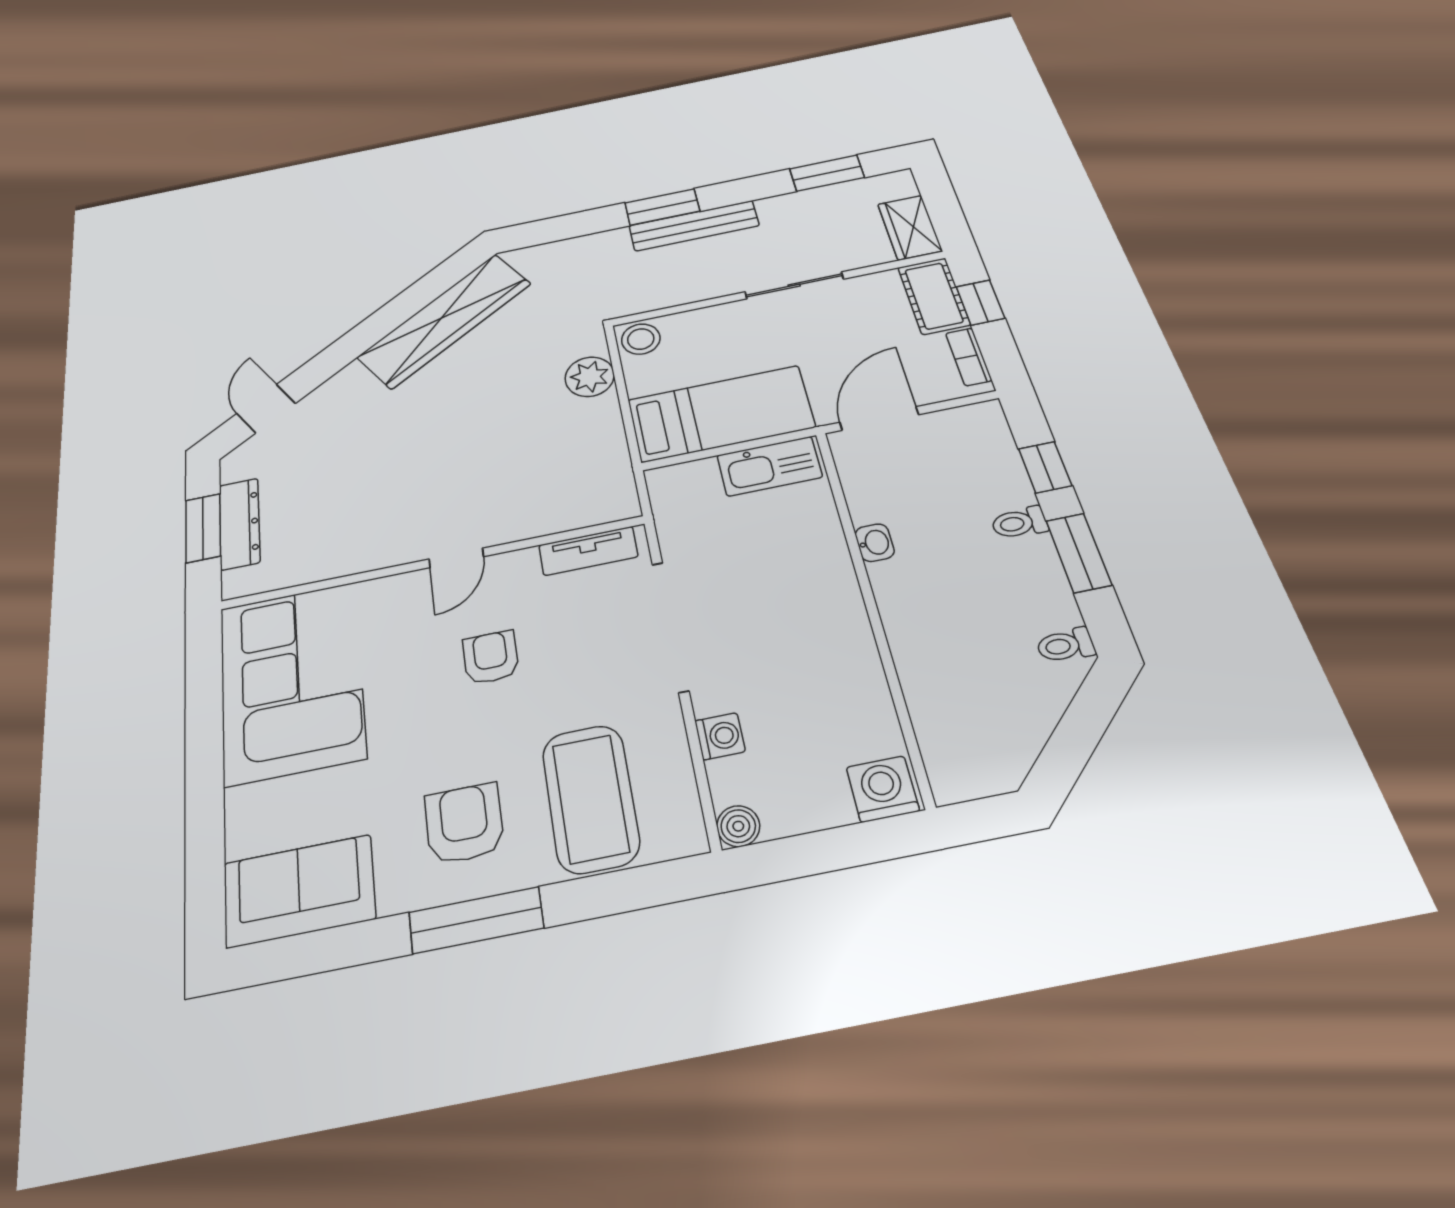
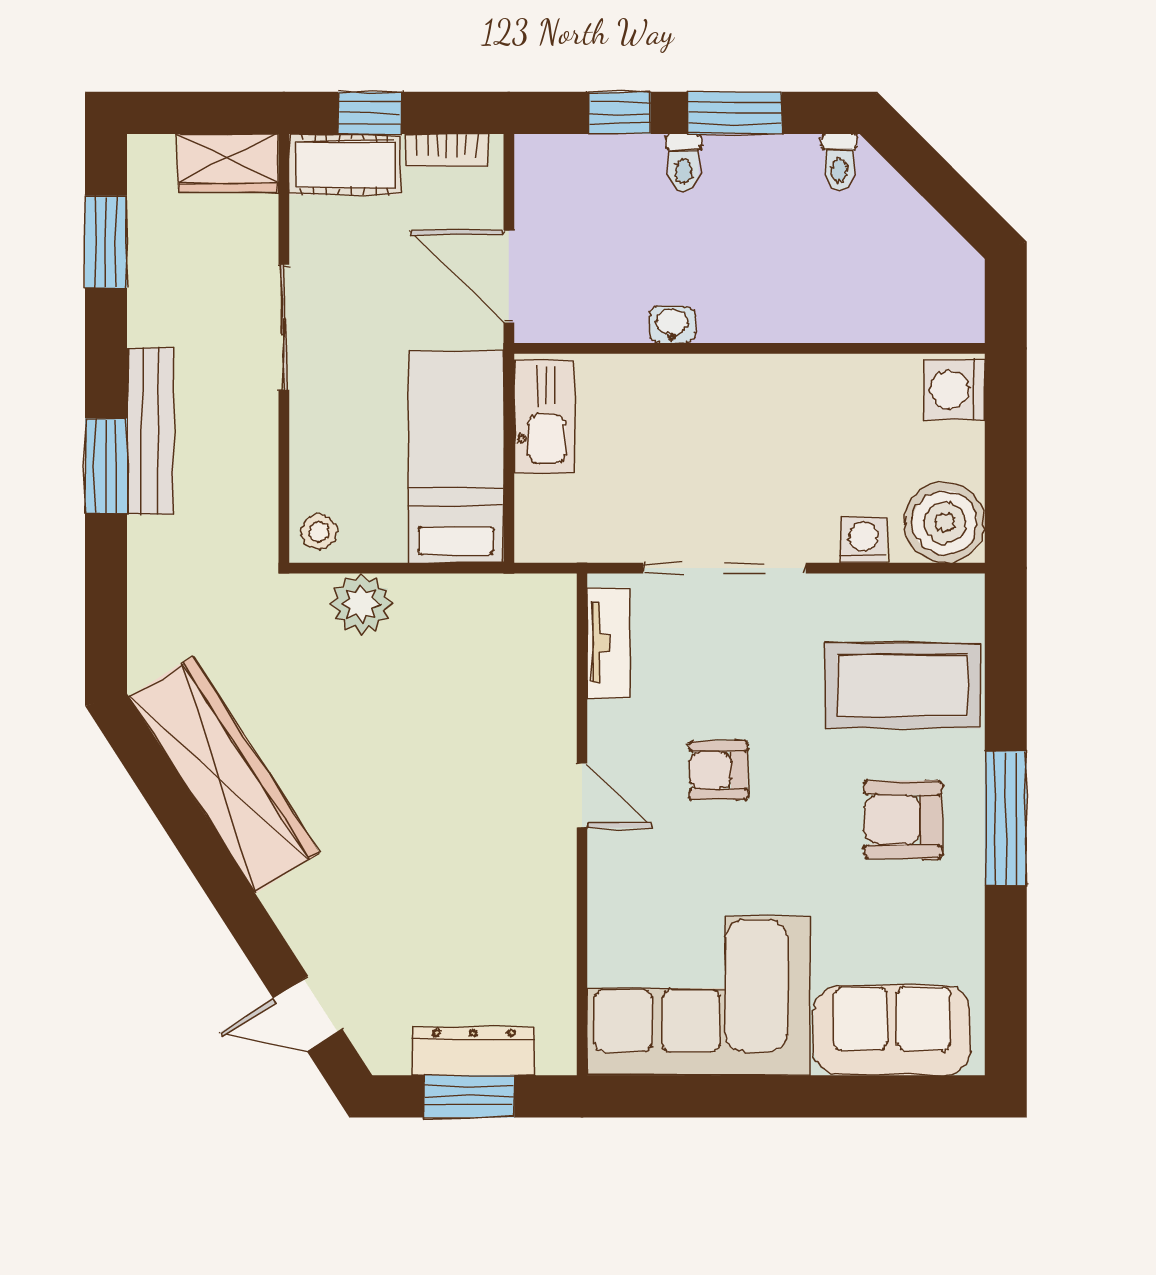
stool: (641, 339) -> (319, 532), width x0.73, depth x0.73
boiler: (738, 826) -> (945, 523), width x1.86, depth x1.86
sofa: (299, 891) -> (892, 1030), moved, turned 90

